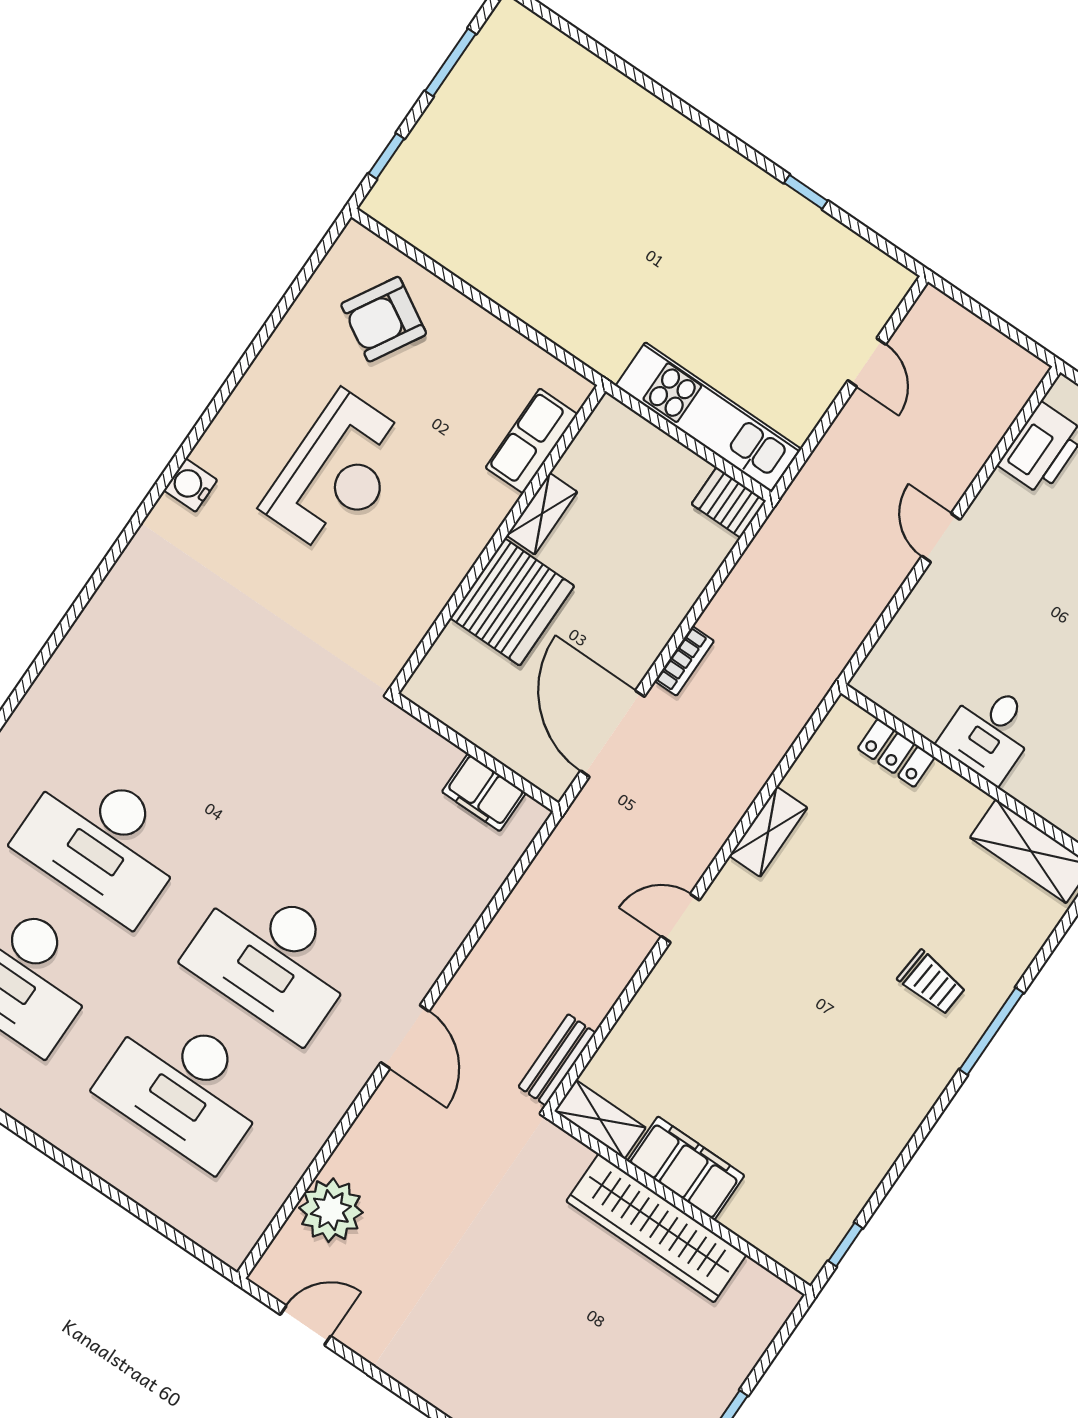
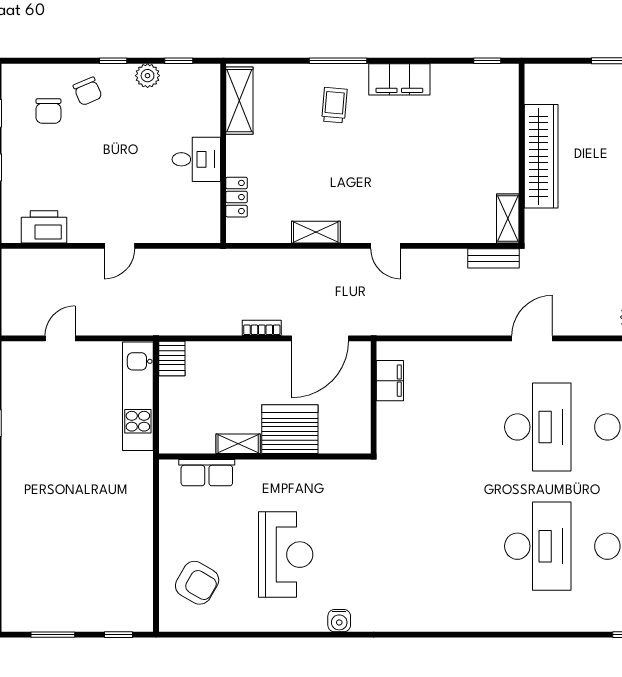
reception desk: (337, 473) -> (286, 555), turned 90
filing cabinet: (686, 1168) -> (399, 79), moved, turned -90

